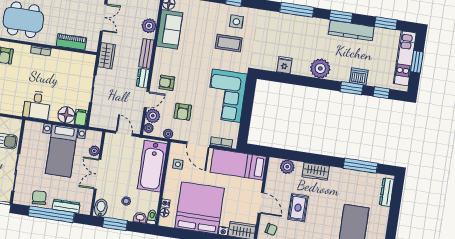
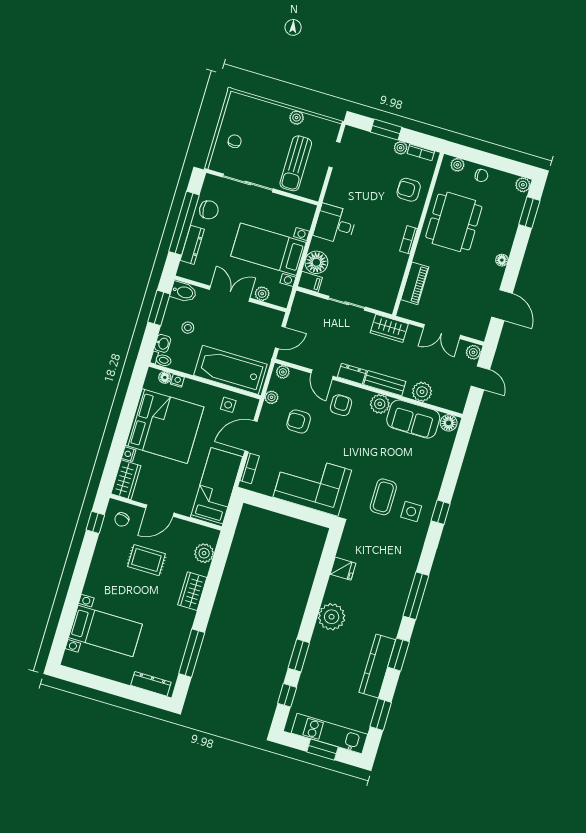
dishwasher: (359, 76) -> (313, 667), removed
plant: (153, 116) -> (380, 404), moved

